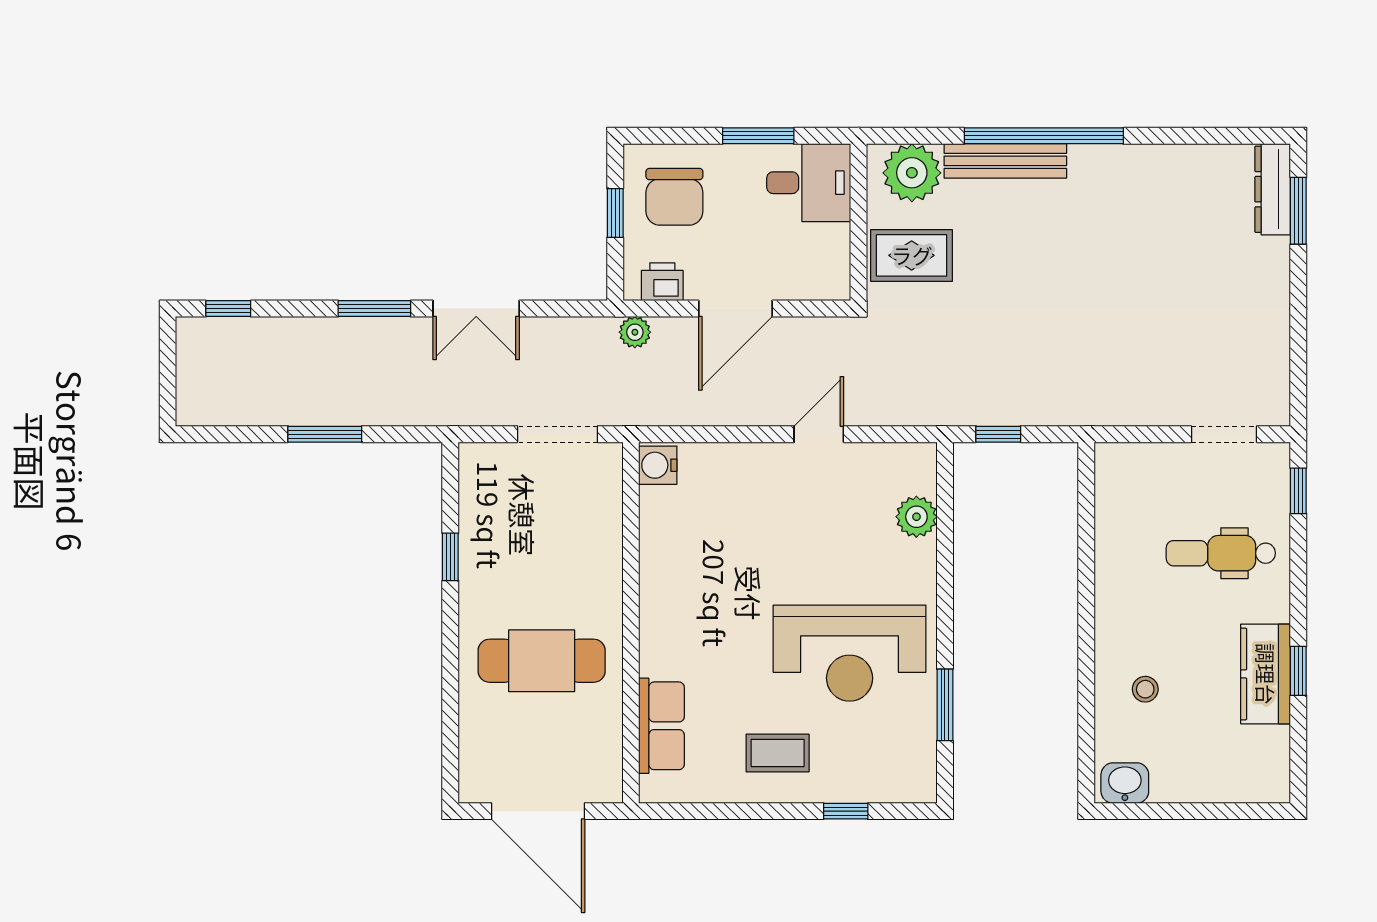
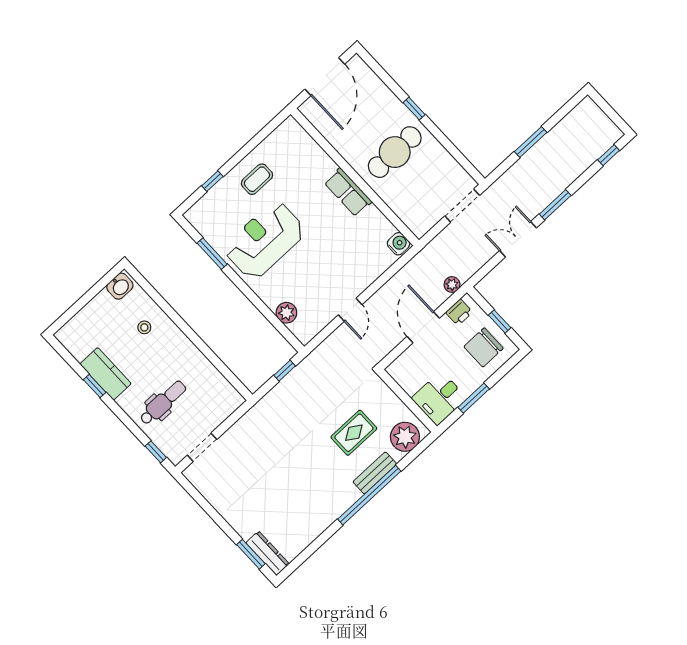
bench: (1005, 161) -> (375, 473), width x0.73
chair: (674, 197) -> (484, 347), turned -90
rug: (912, 255) -> (354, 433), moved
doorway: (558, 434) -> (462, 206), moved
window: (450, 557) -> (414, 109), moved
cafe table: (542, 661) -> (395, 152), moved
row of seats: (662, 726) -> (348, 192), moved
door: (538, 811) -> (325, 77), swing flipped

